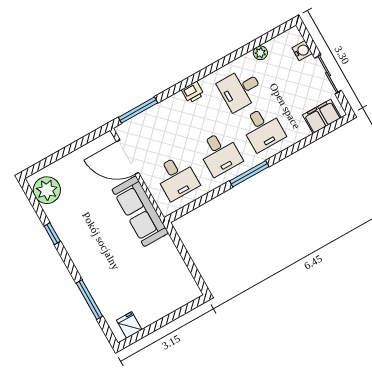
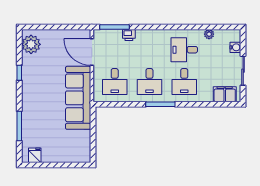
printer: (193, 92) -> (129, 35), moved
sofa: (140, 211) -> (78, 98), width x1.36, depth x1.27

